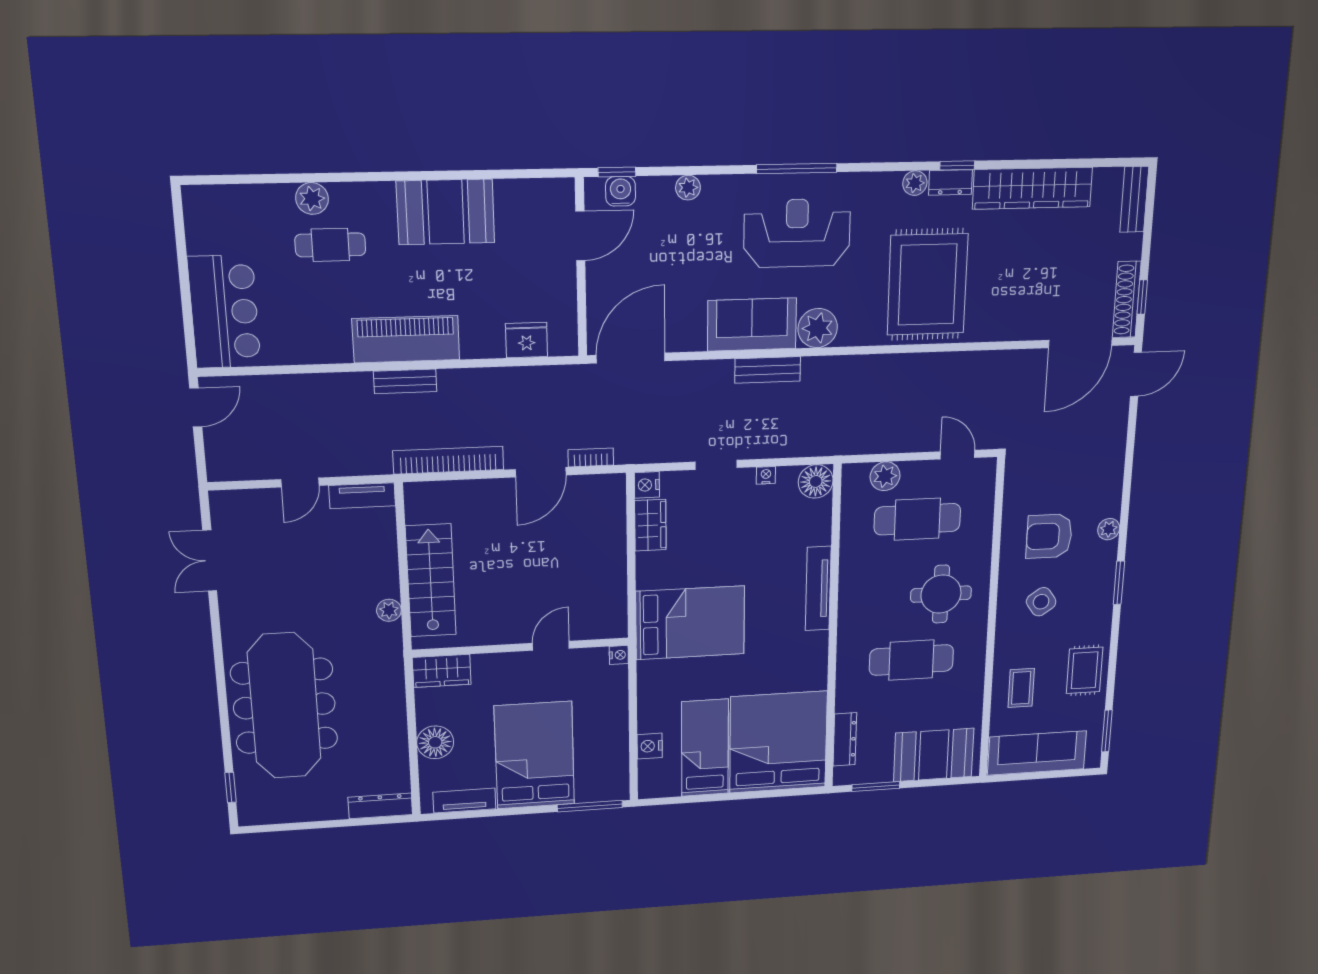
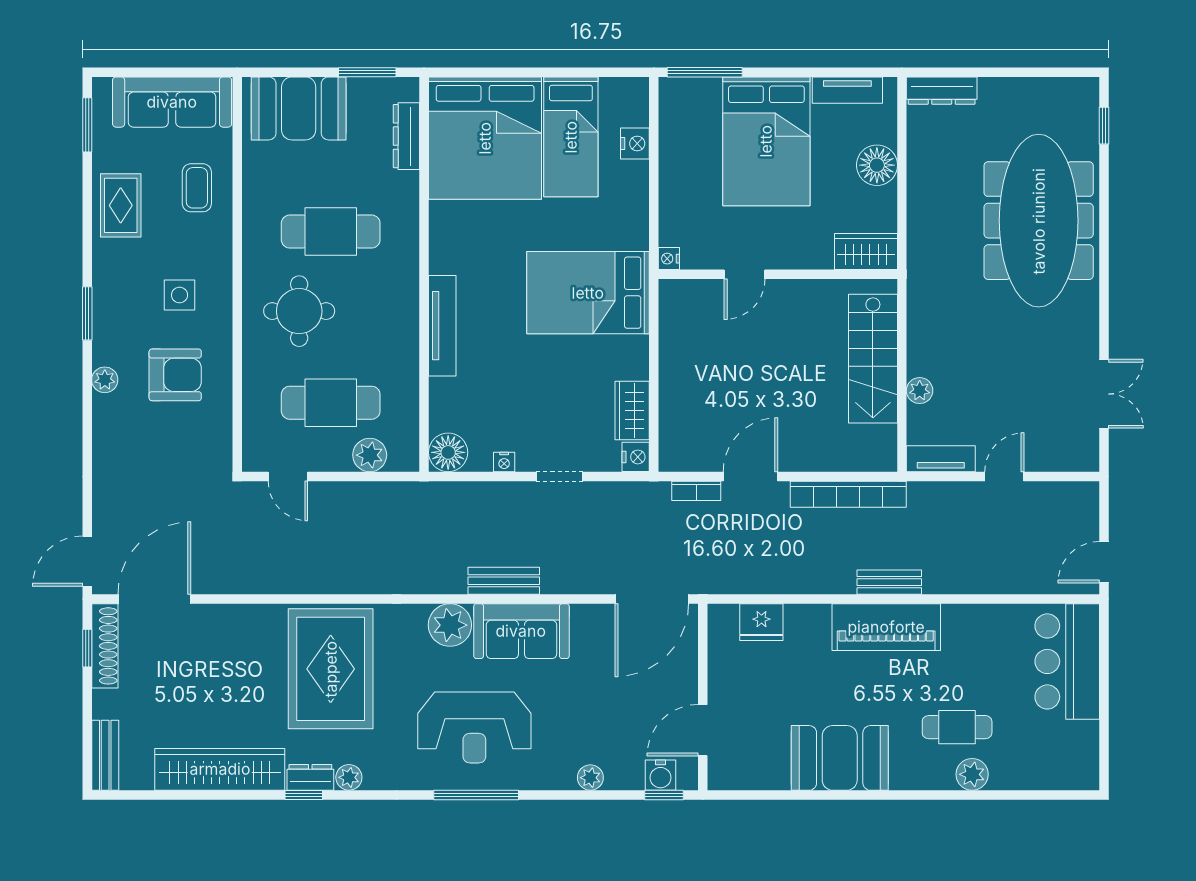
side table: (1041, 602) -> (180, 295), turned 35
plant: (389, 610) -> (920, 391), moved

